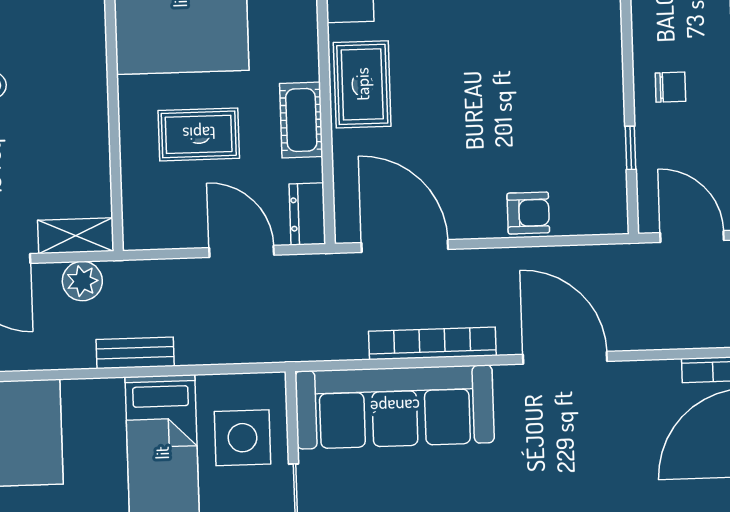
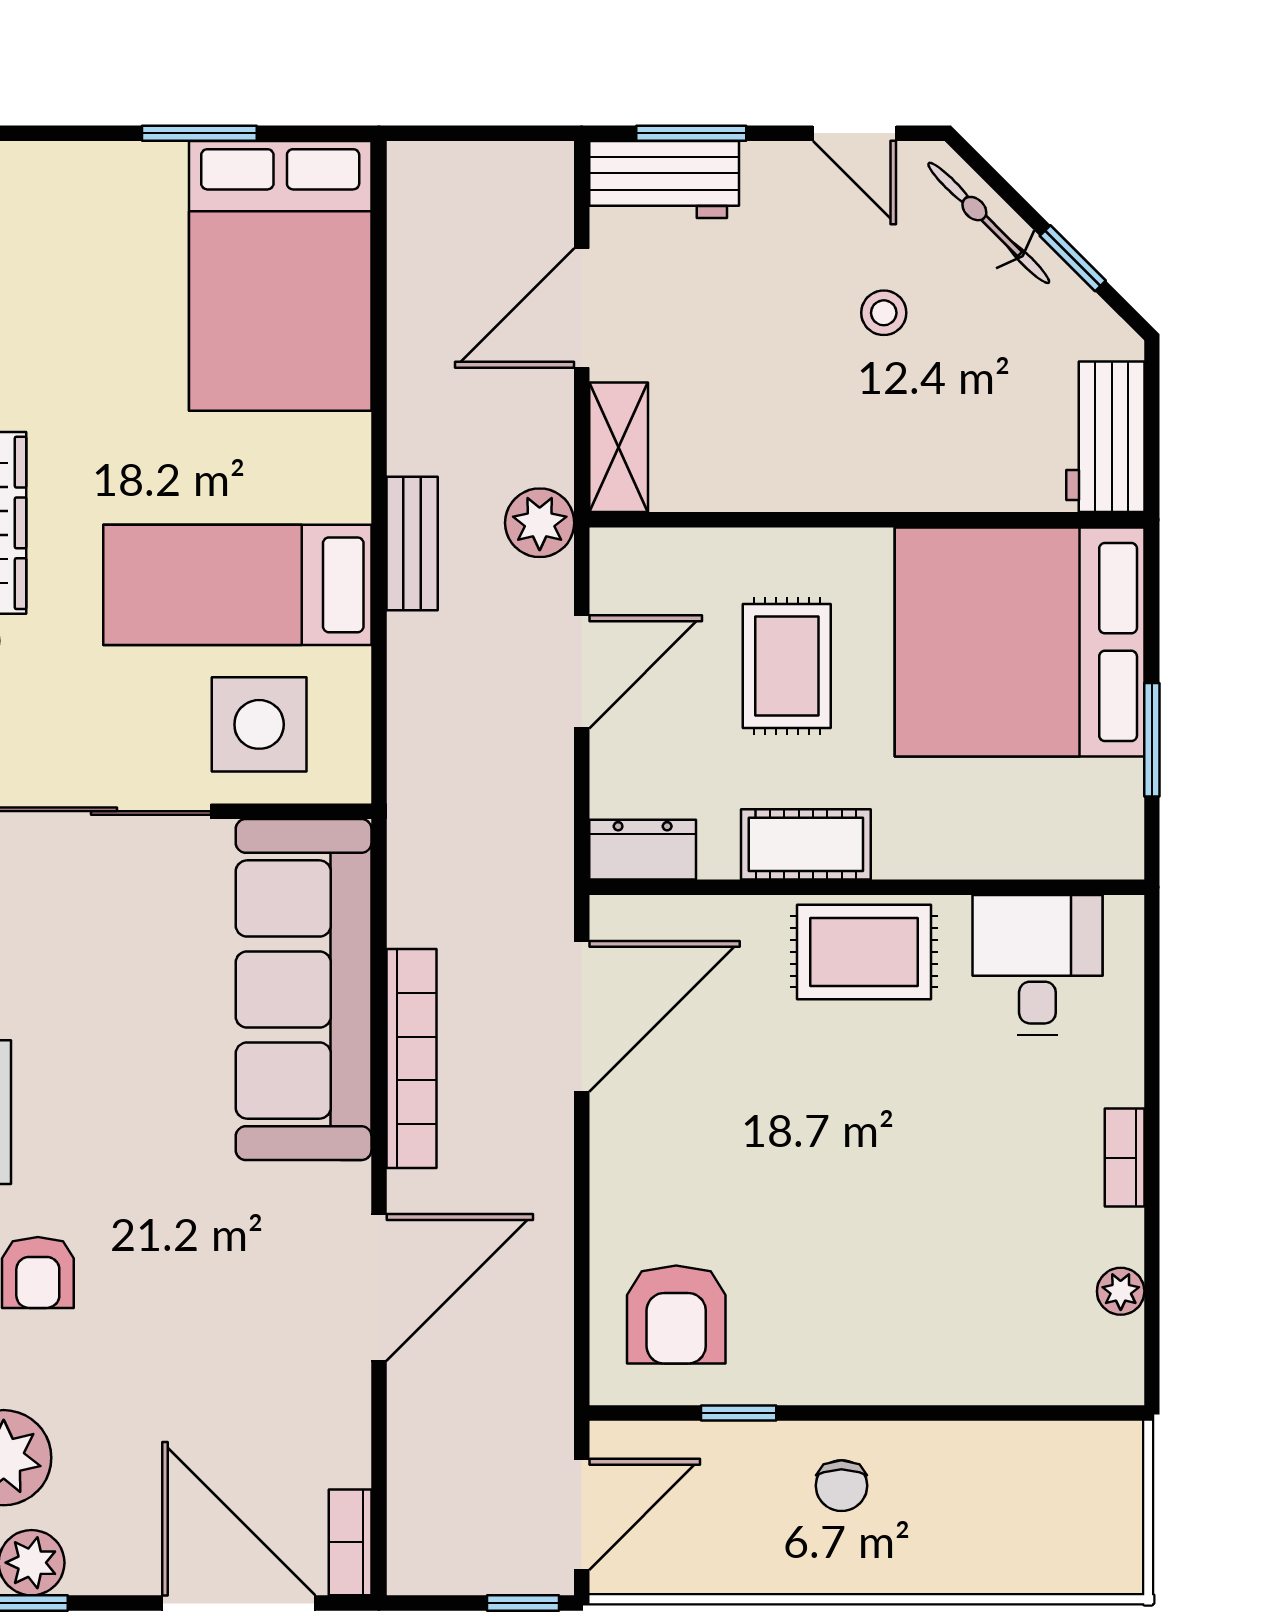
armchair: (528, 213) -> (676, 1315), moved, width x1.38, depth x1.38
door: (242, 251) -> (582, 672), moved
plant: (82, 281) -> (540, 523), moved

